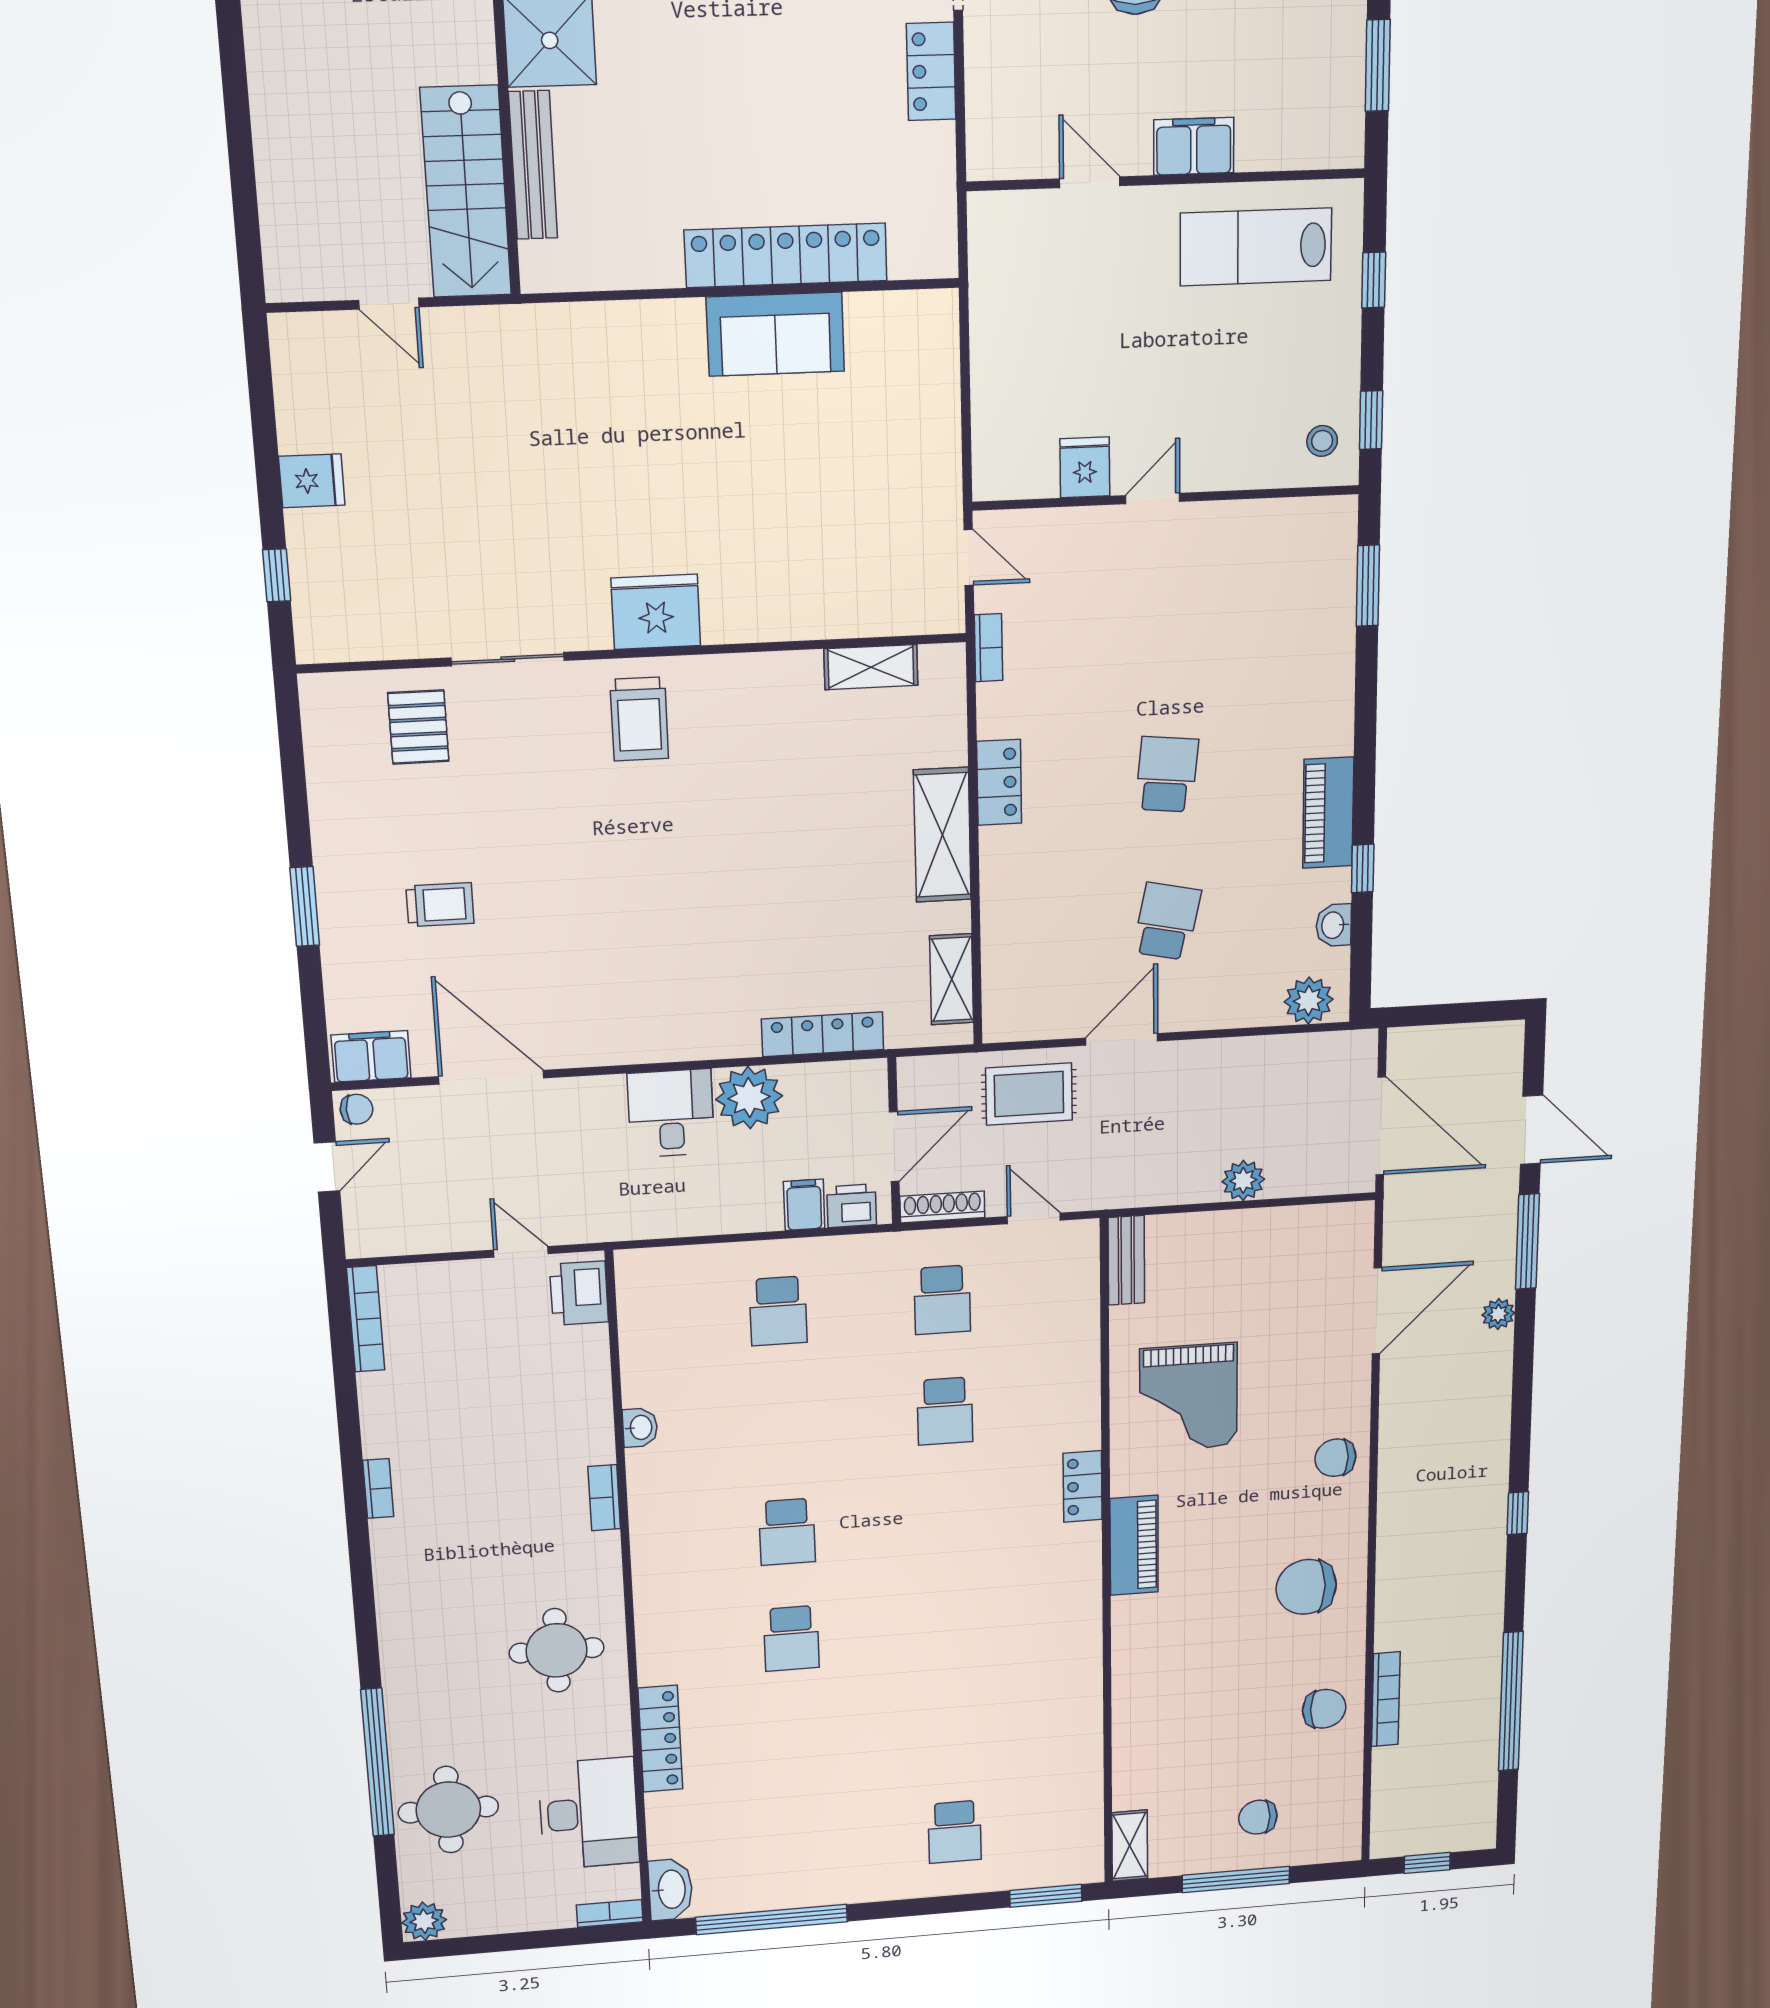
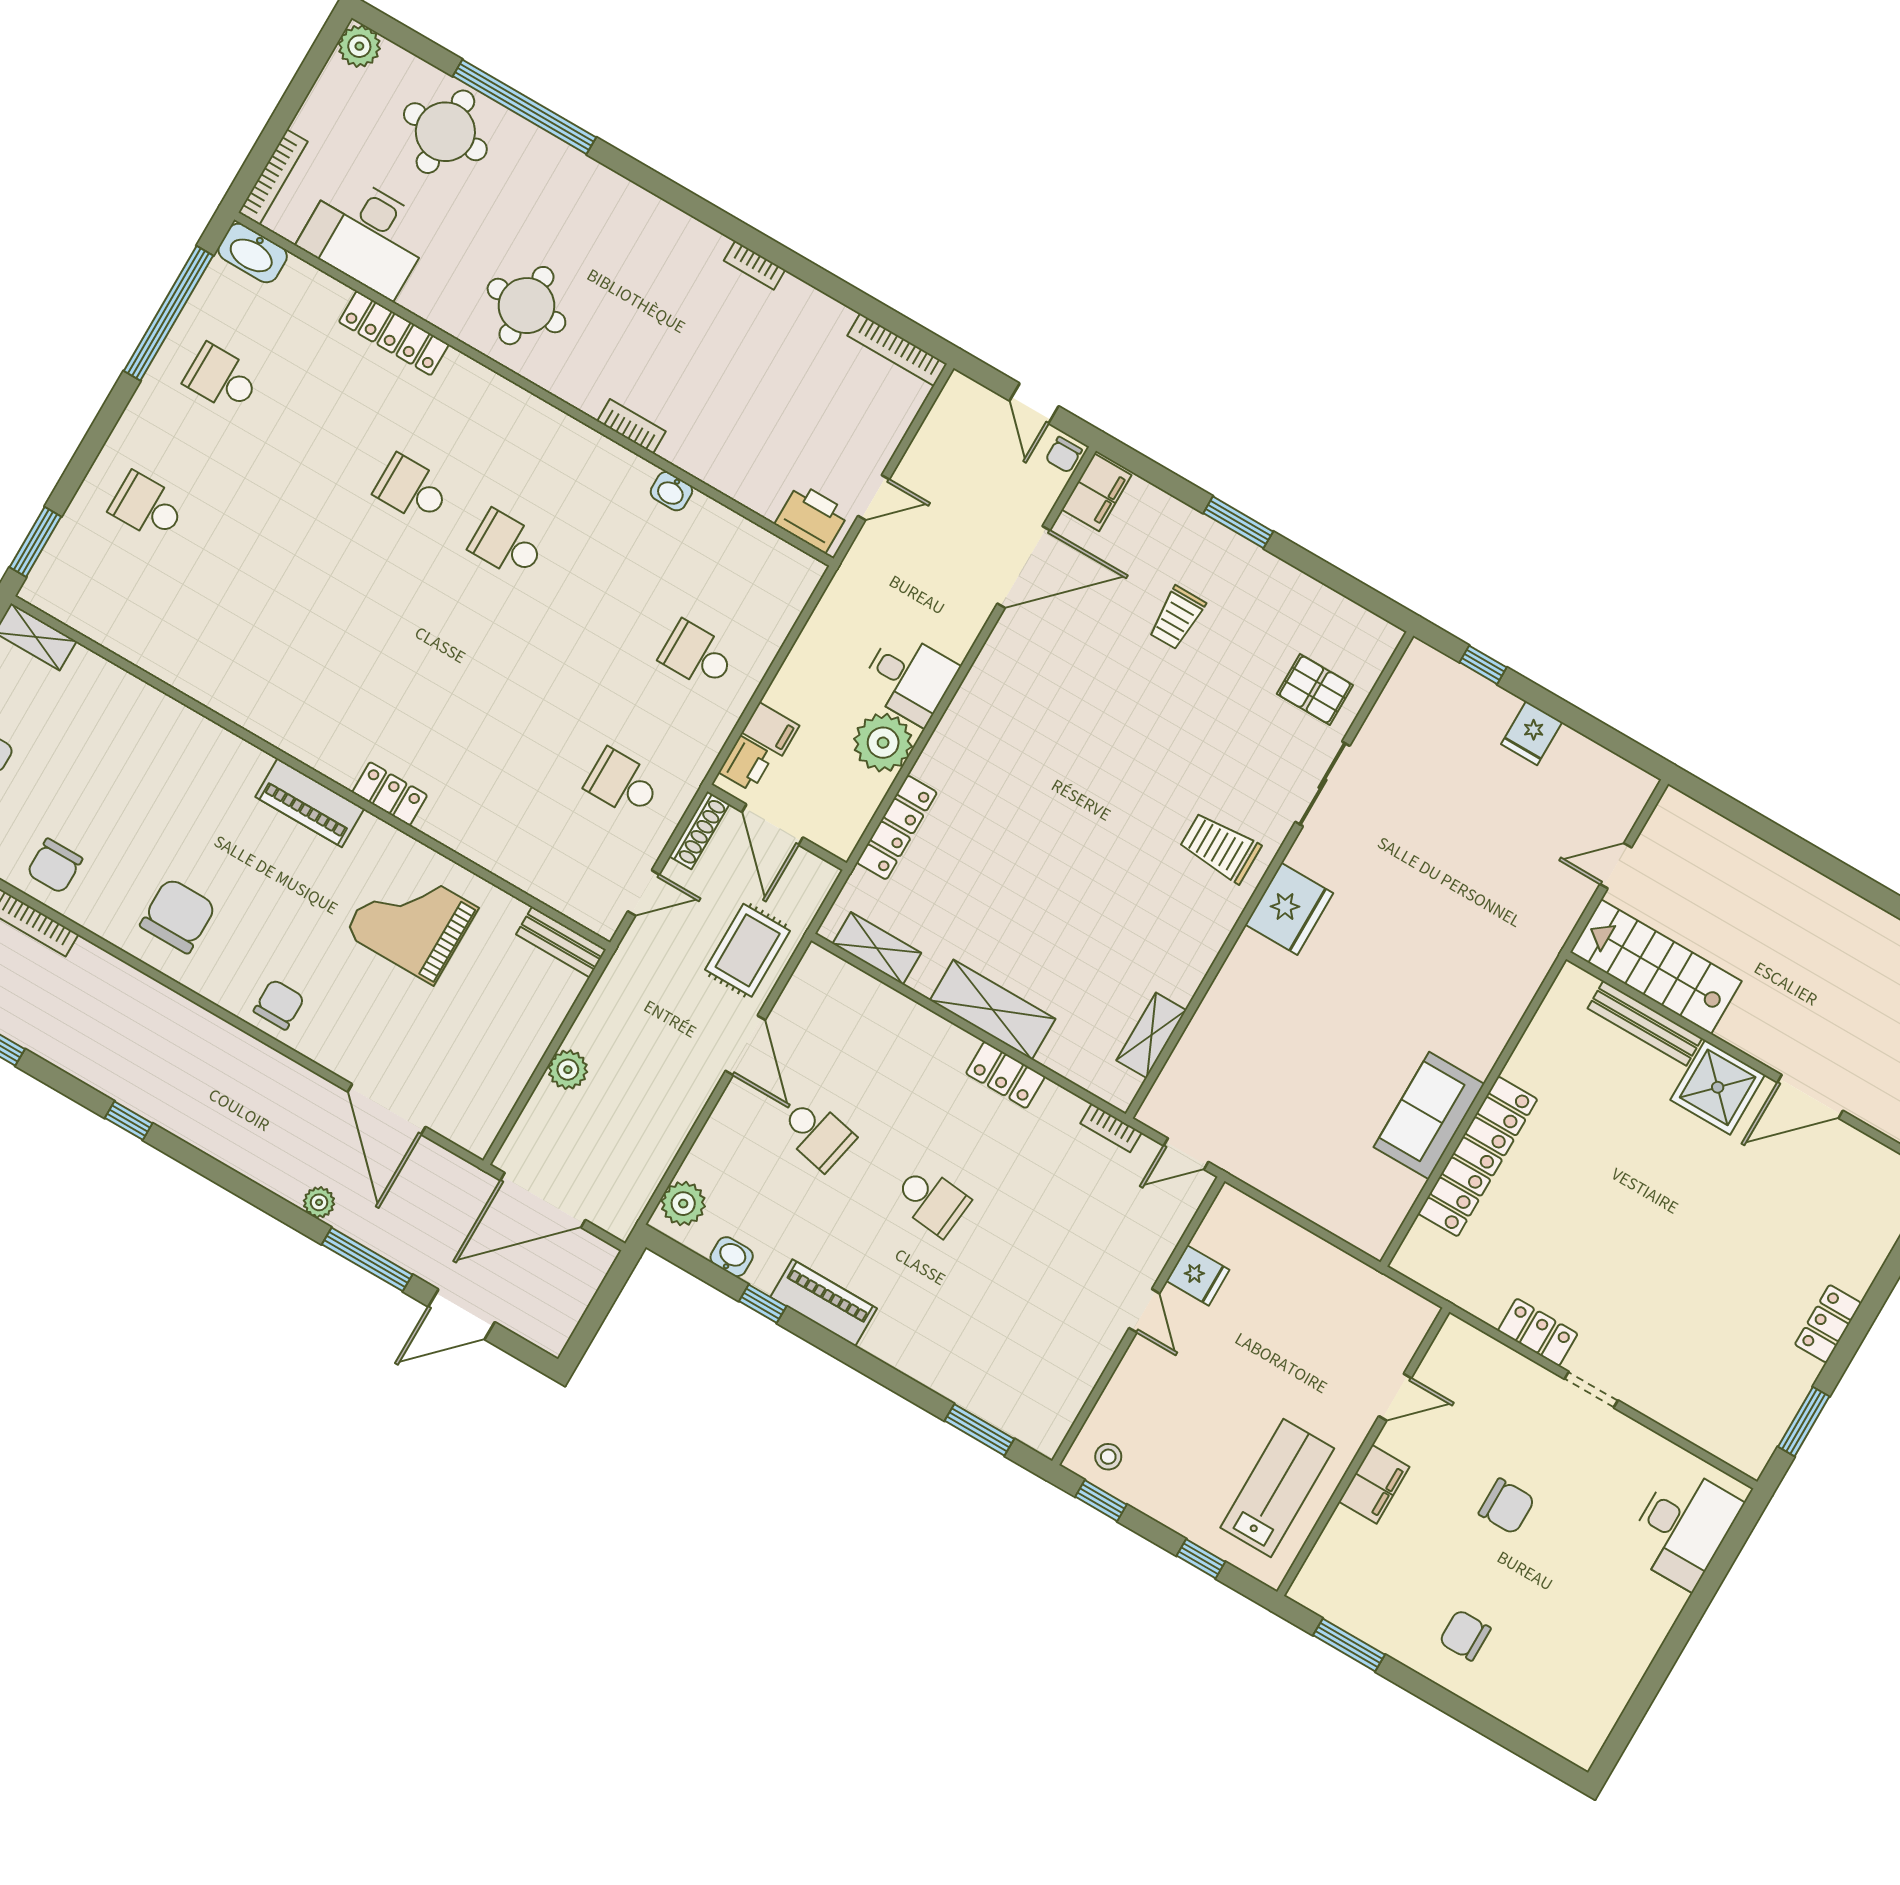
school desk: (945, 1411) -> (222, 379), moved
bookcase: (610, 1913) -> (273, 177), width x1.56

